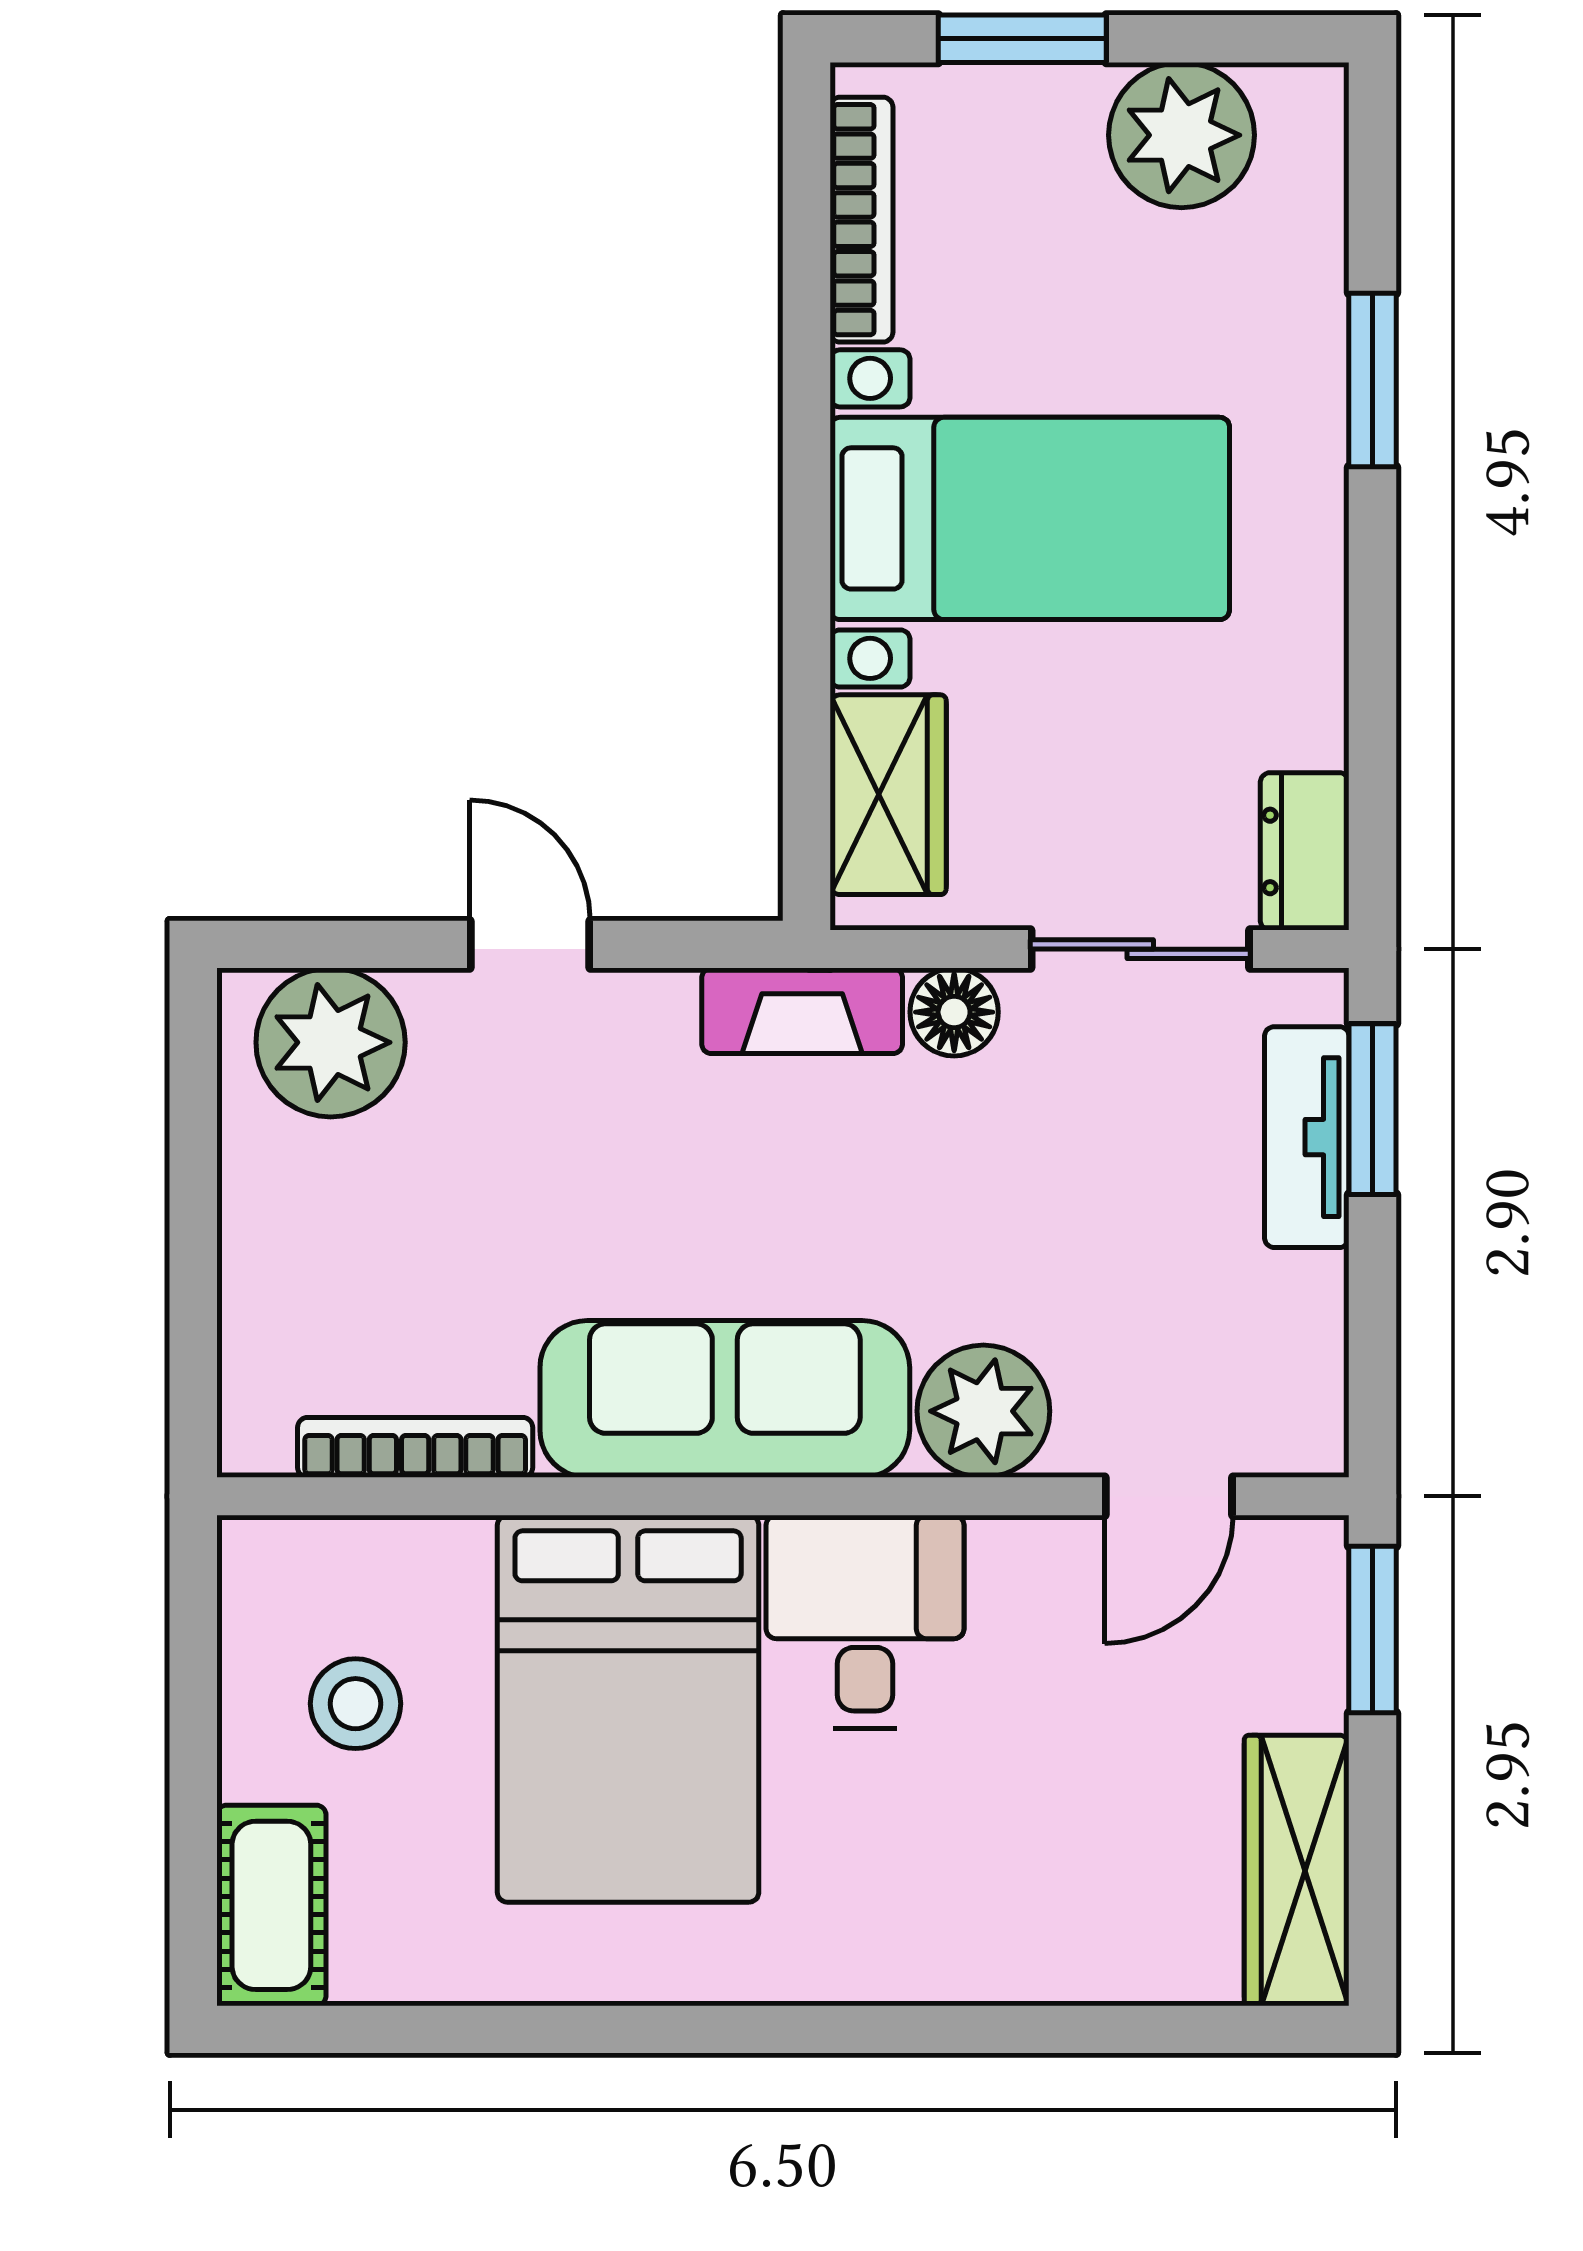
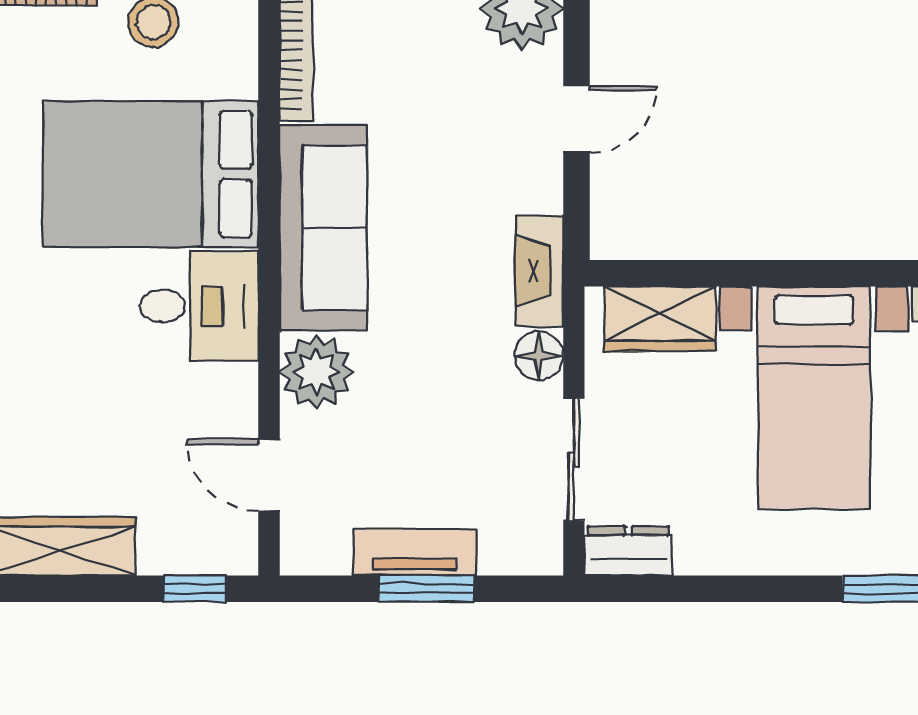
window: (1373, 1109) -> (426, 589), moved
tv unit: (1307, 1137) -> (415, 552), moved
window: (1373, 1629) -> (195, 589), width x0.67

